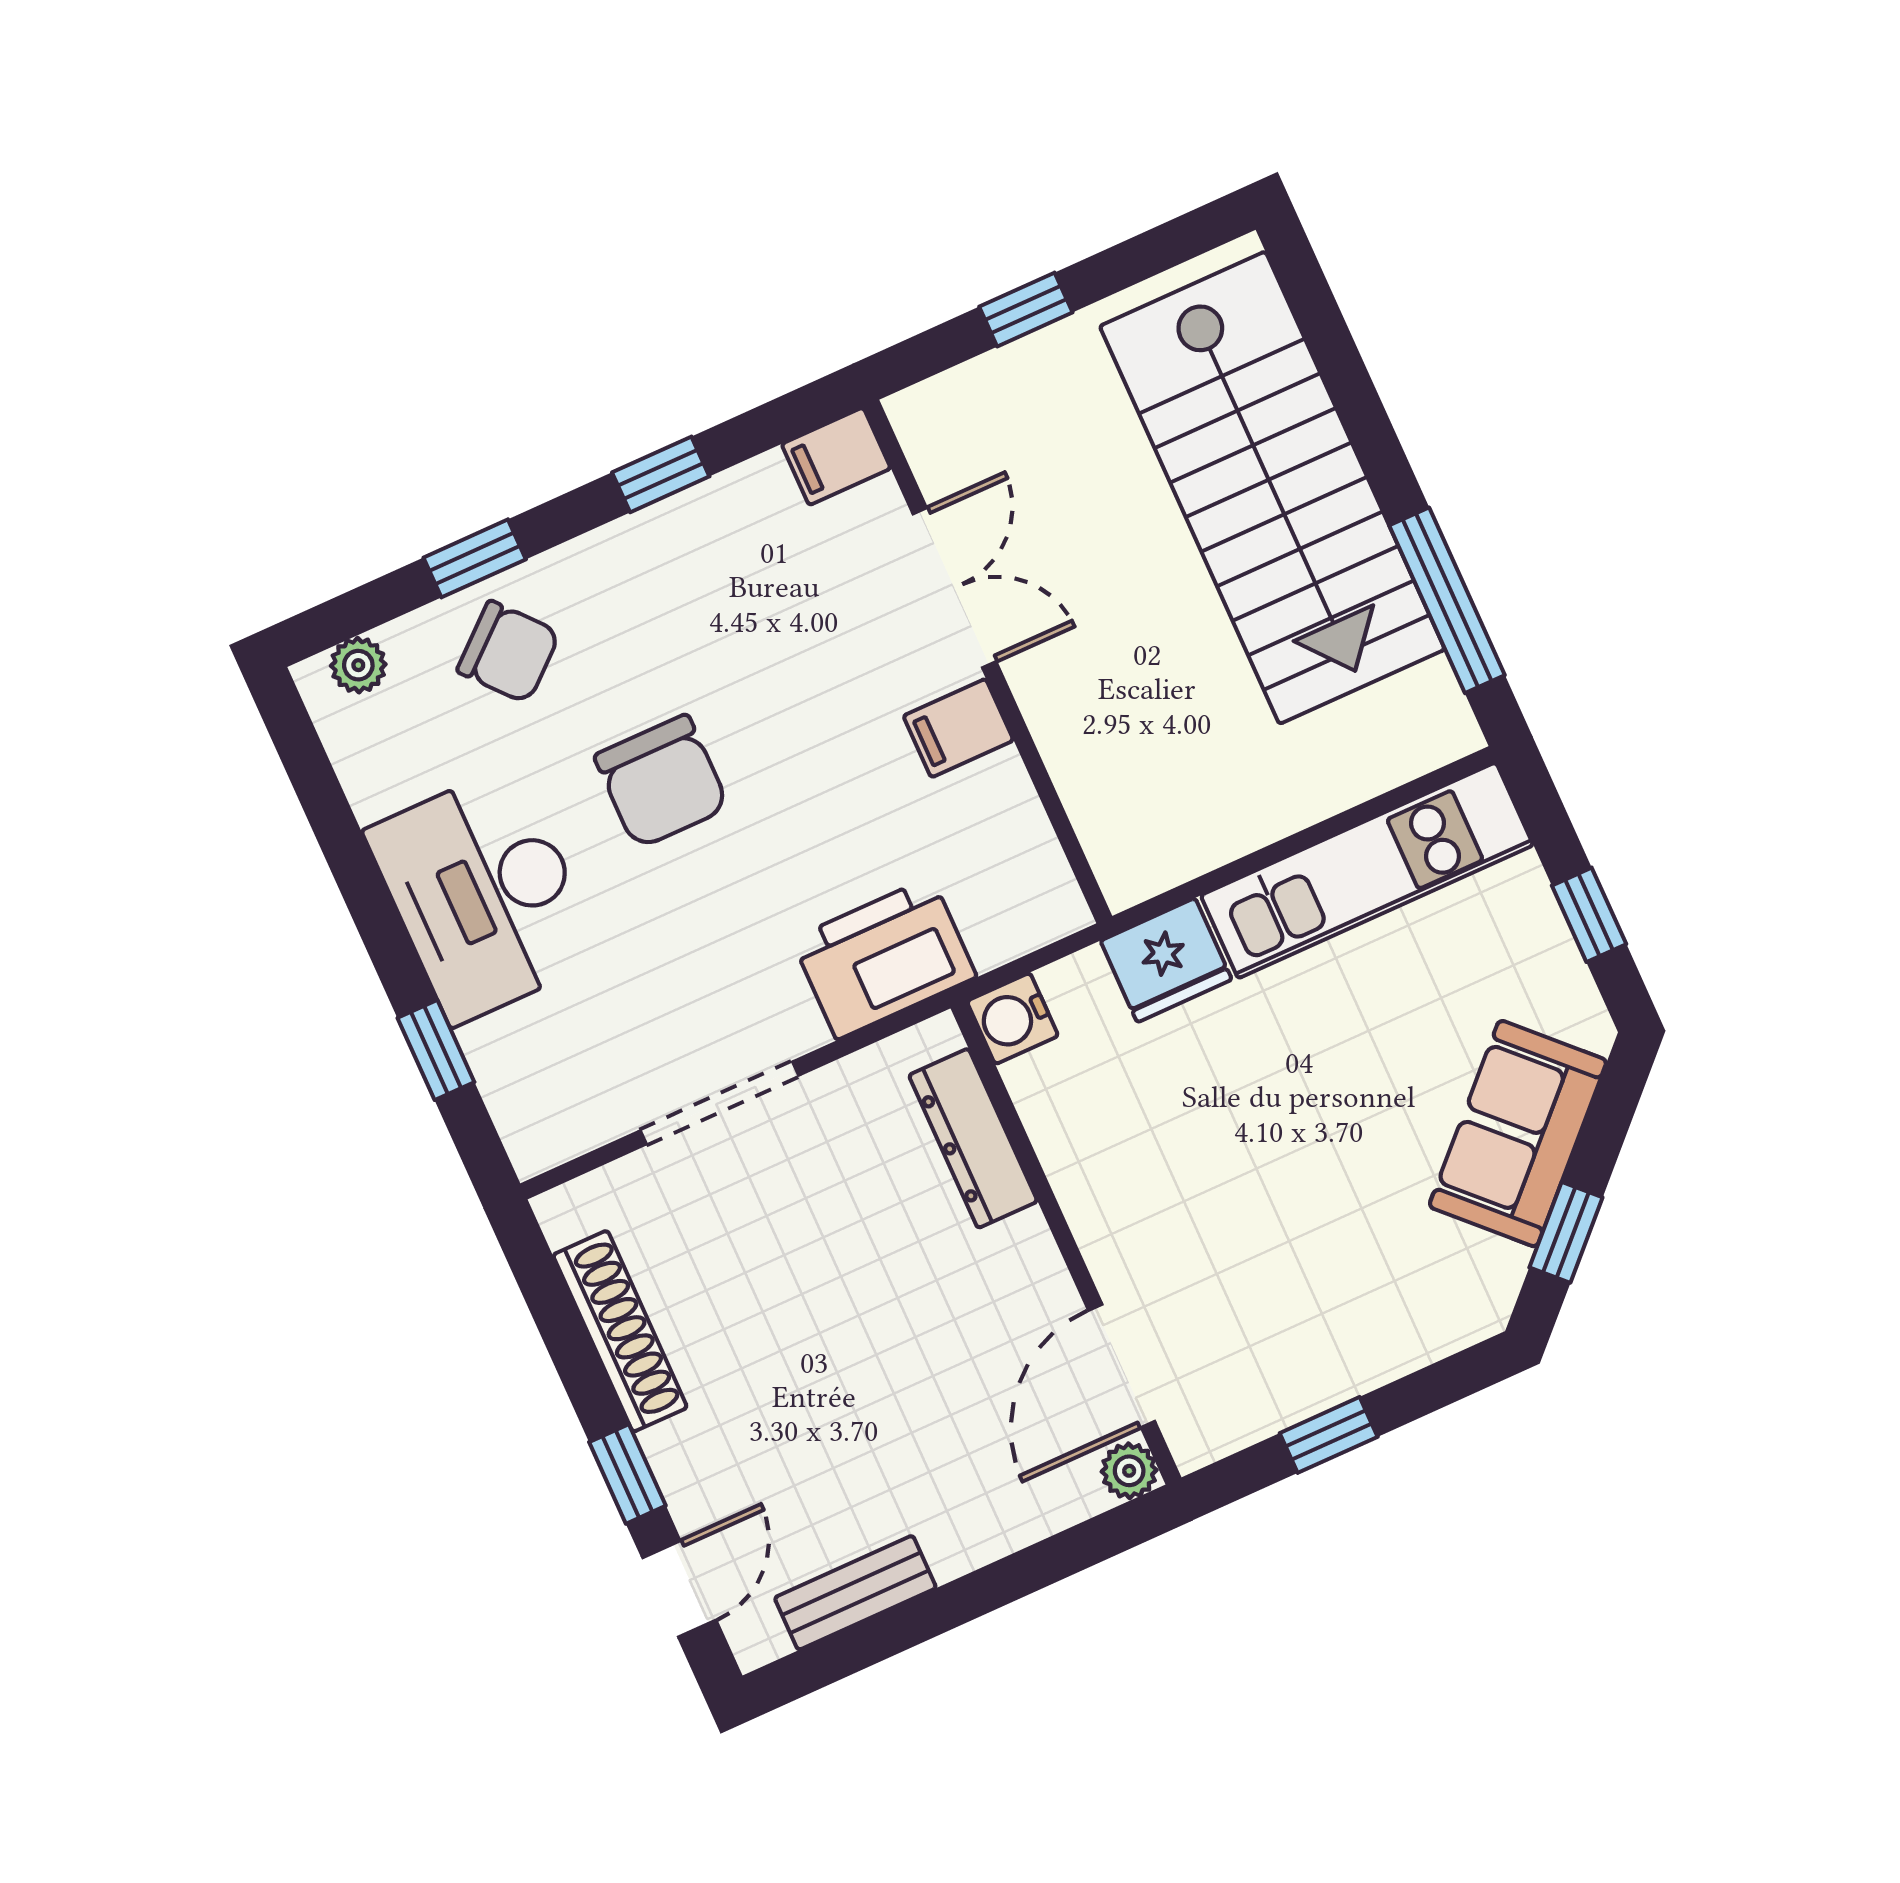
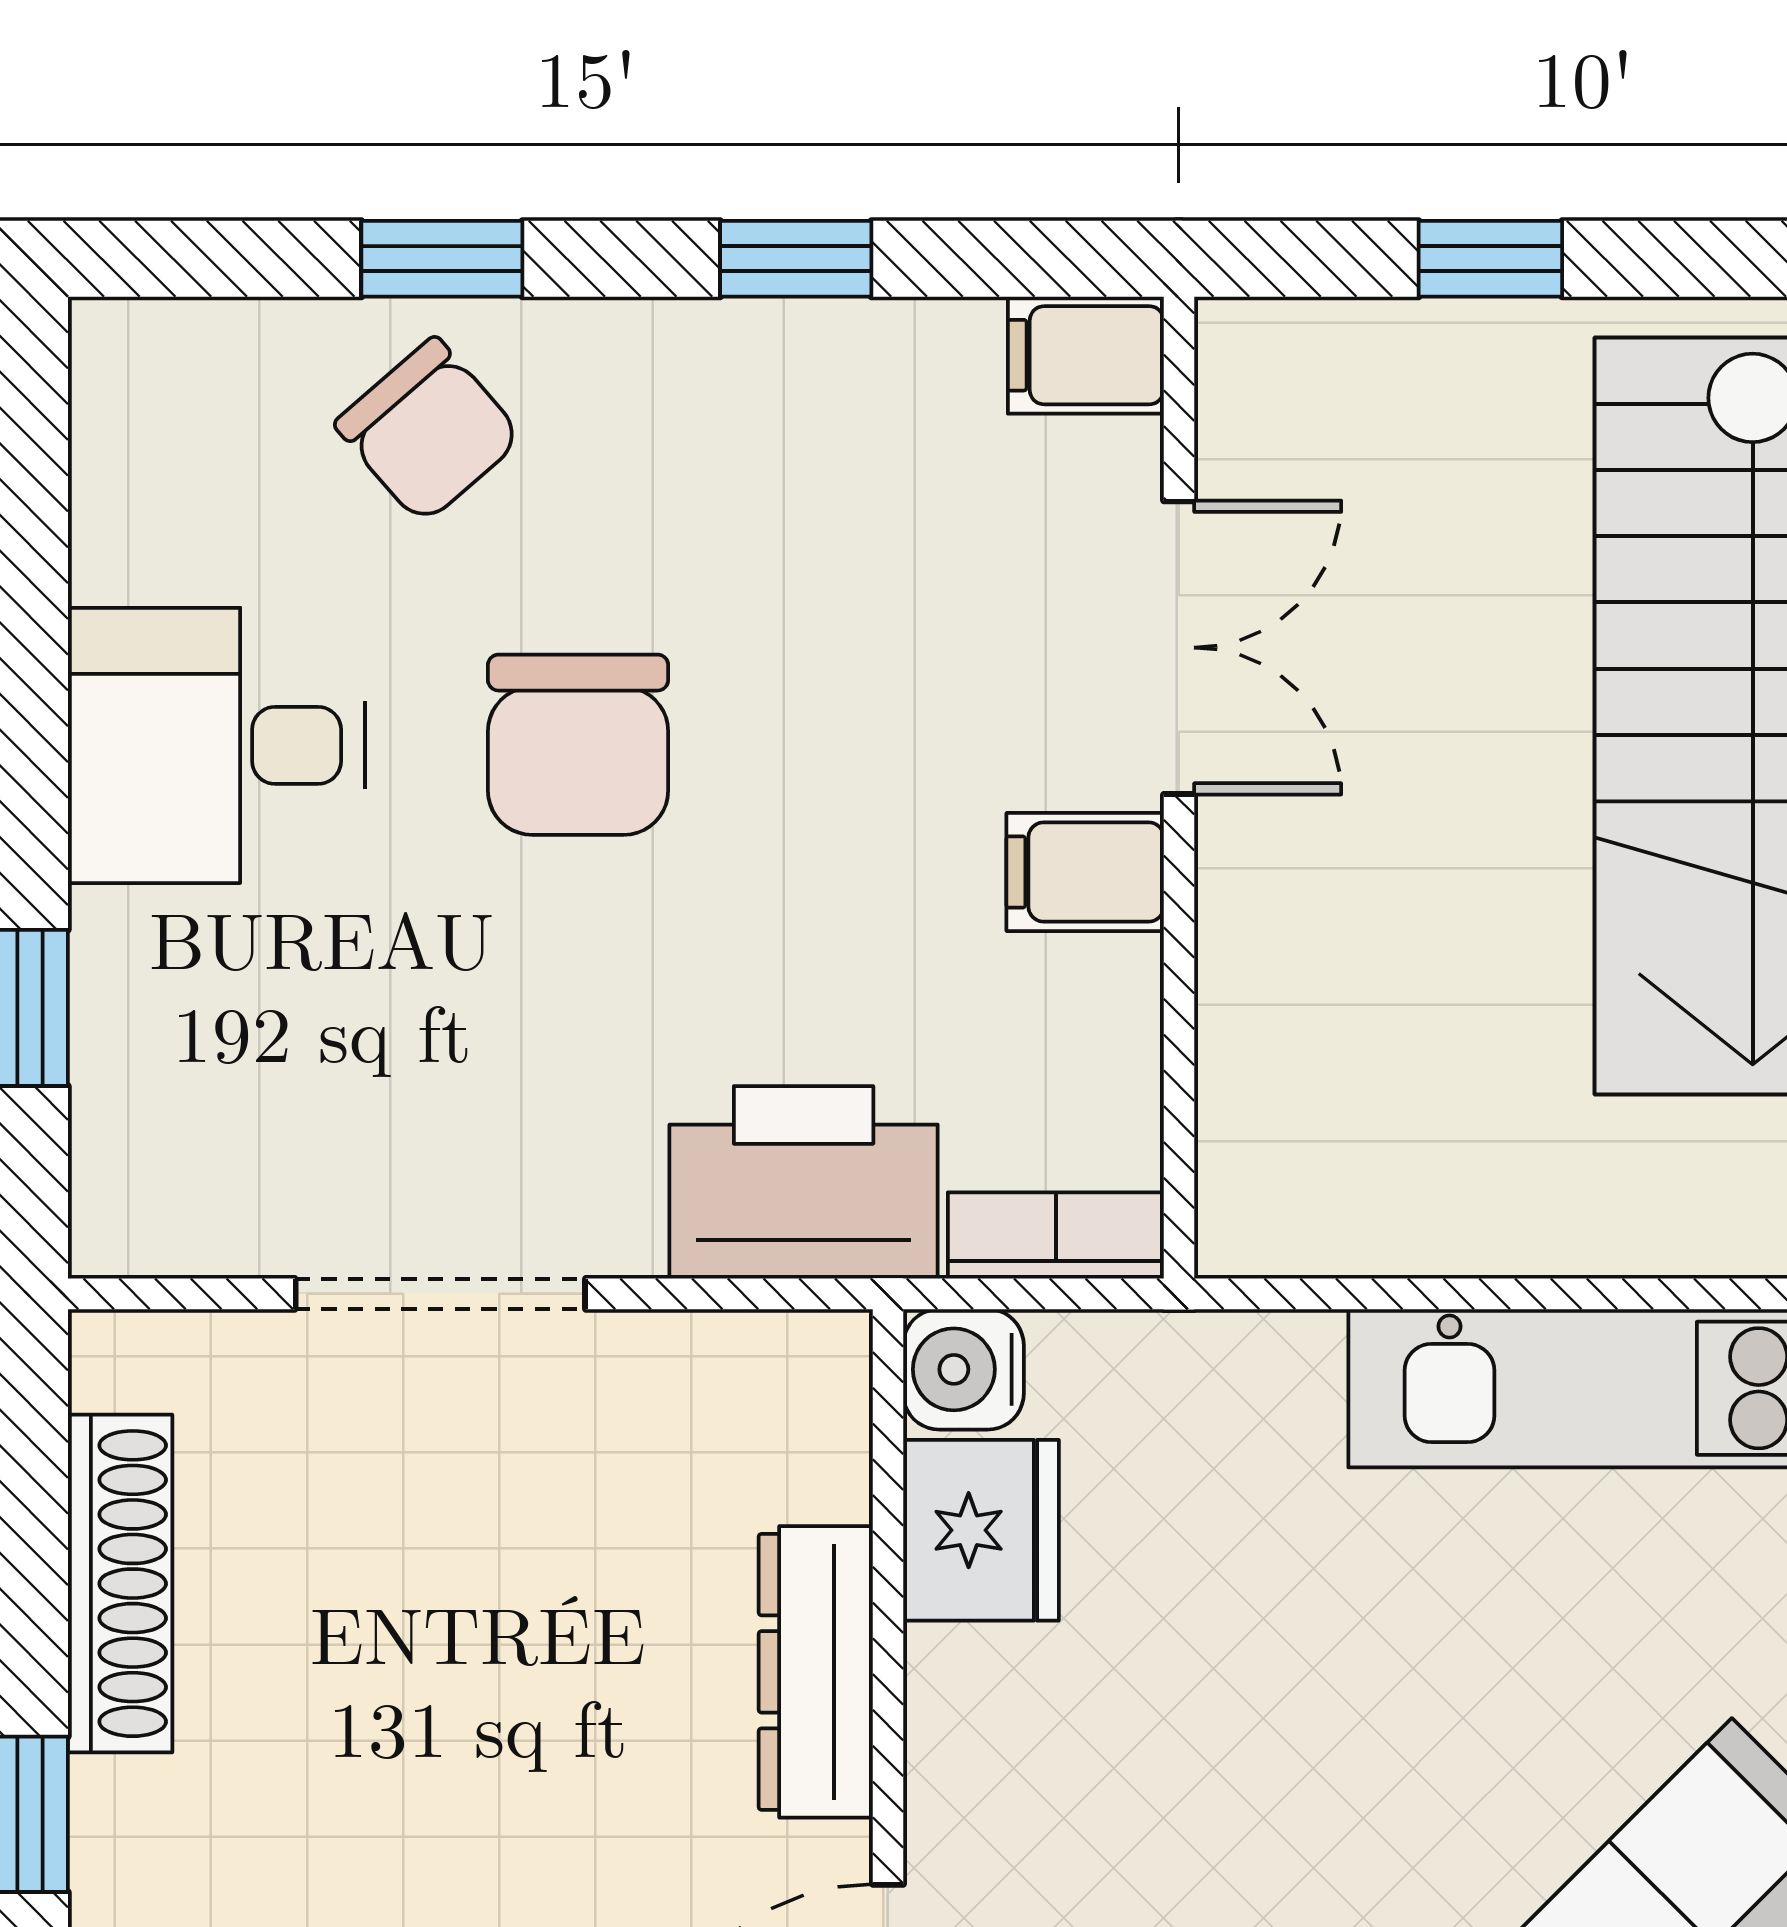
plant: (358, 665) -> (182, 344), removed
desk: (484, 895) -> (216, 745), width x0.73
bookcase: (1029, 926) -> (1056, 1235), added
fridge: (1166, 960) -> (981, 1530), moved, turned -90
dresser: (973, 1138) -> (816, 1672), moved

